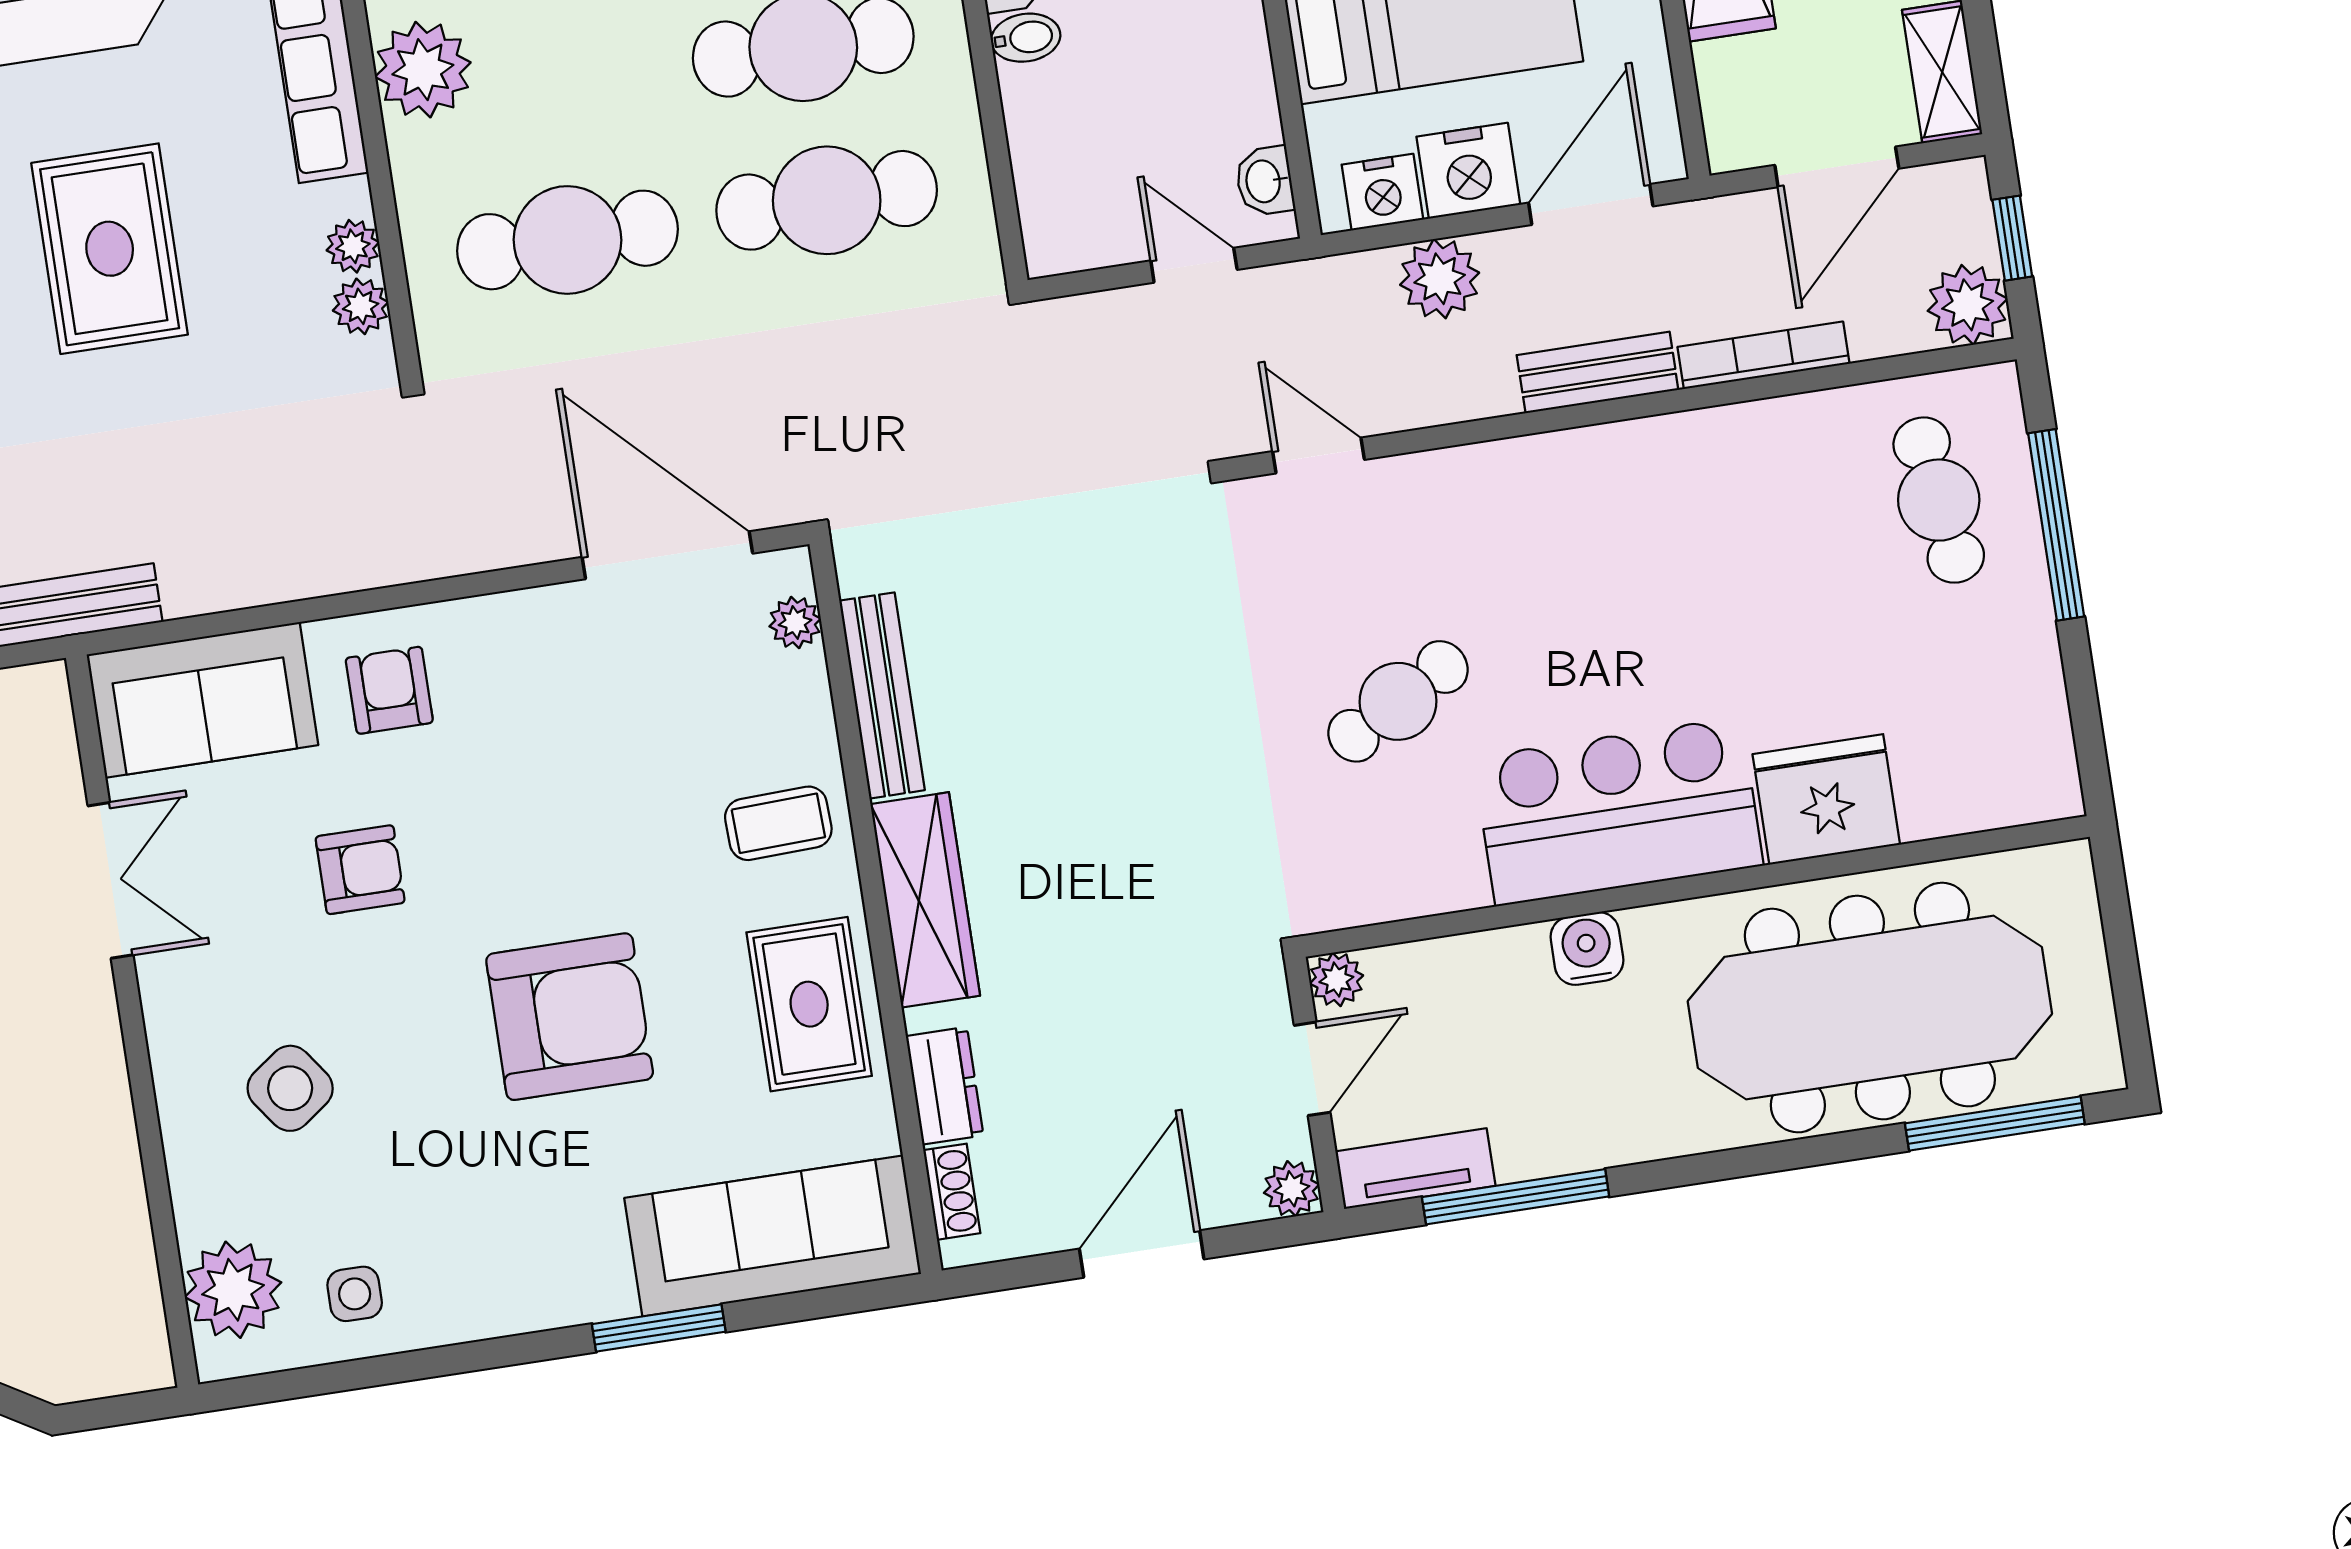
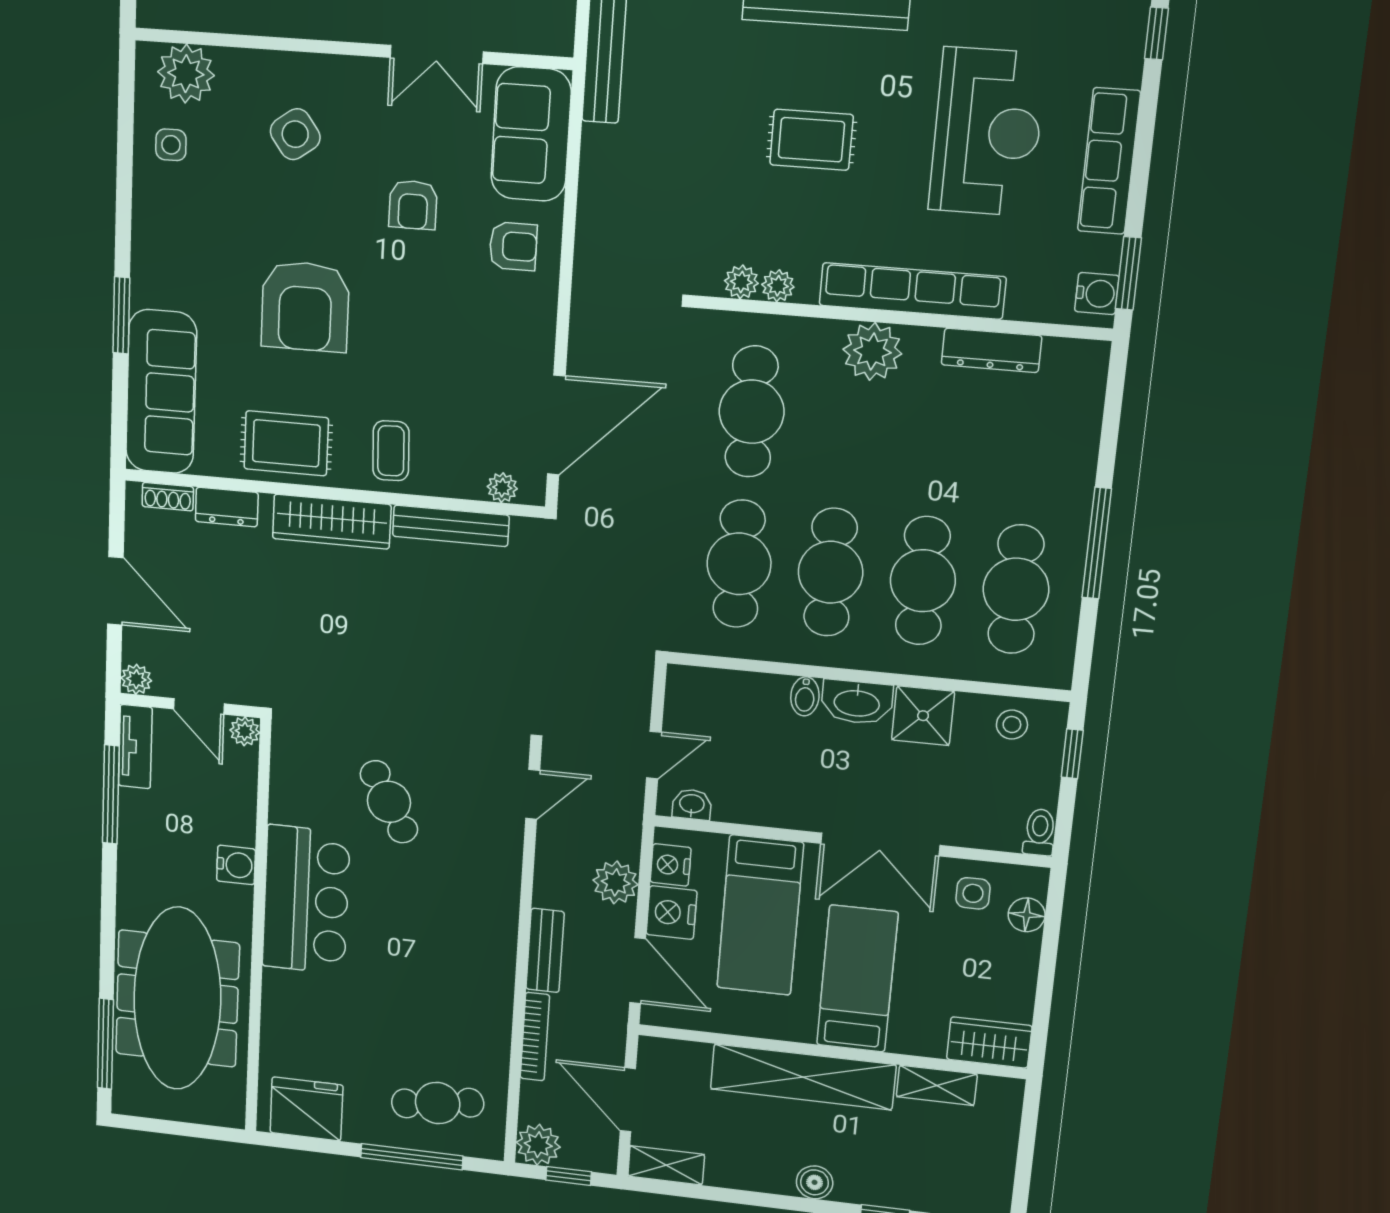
rug: (110, 249) -> (811, 140), width x0.73, depth x0.70
fridge: (1826, 799) -> (306, 1109), moved, turned -90

